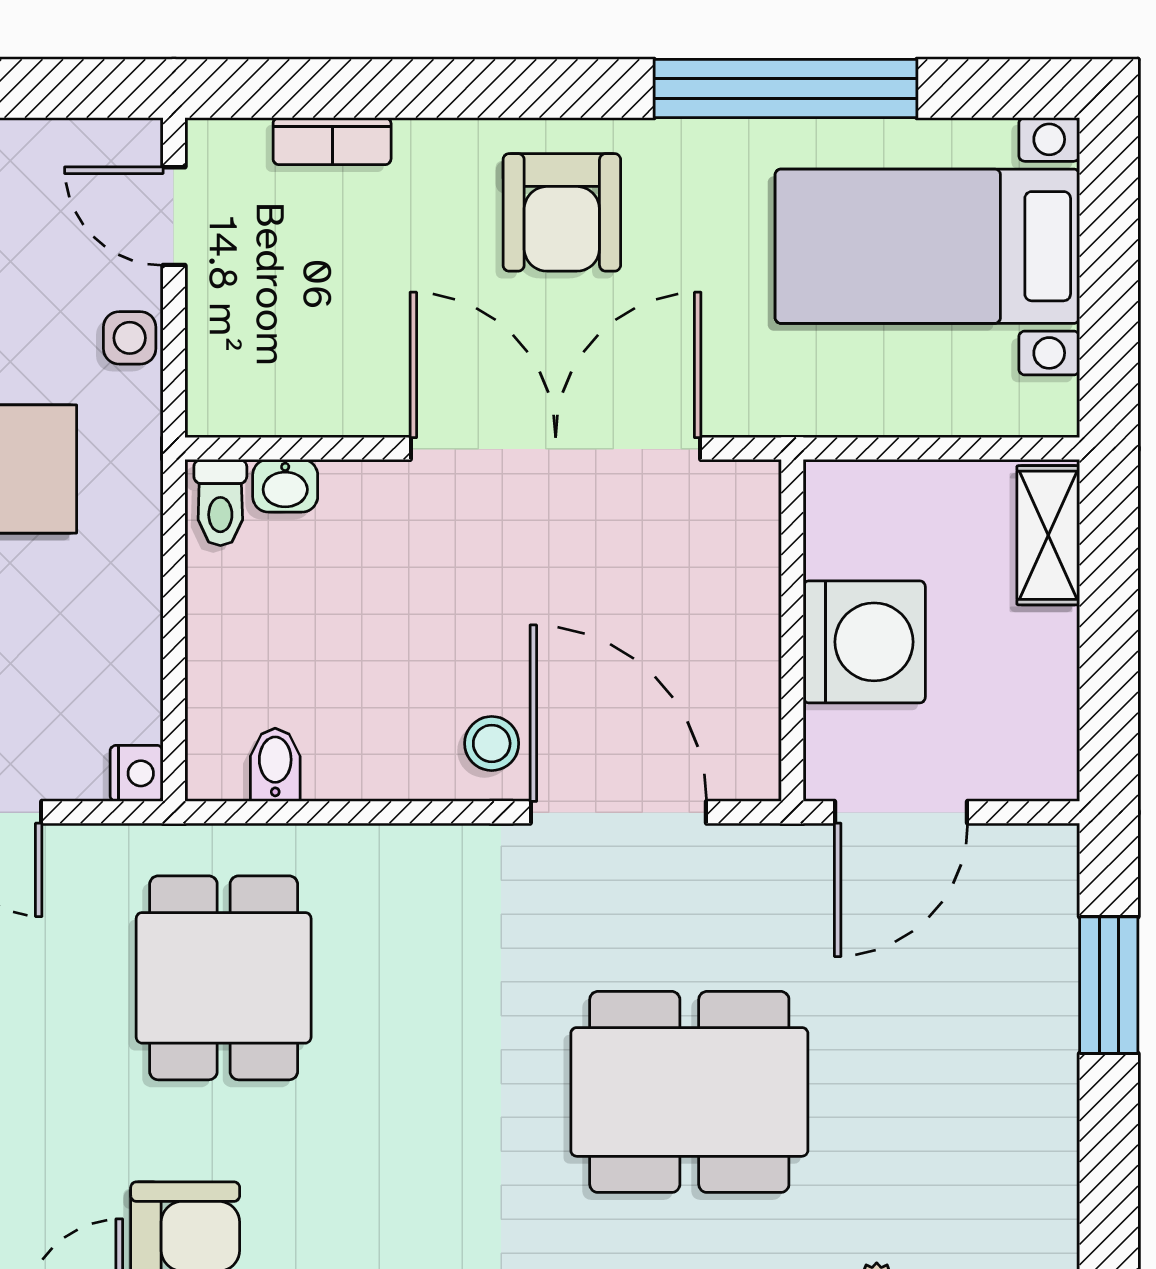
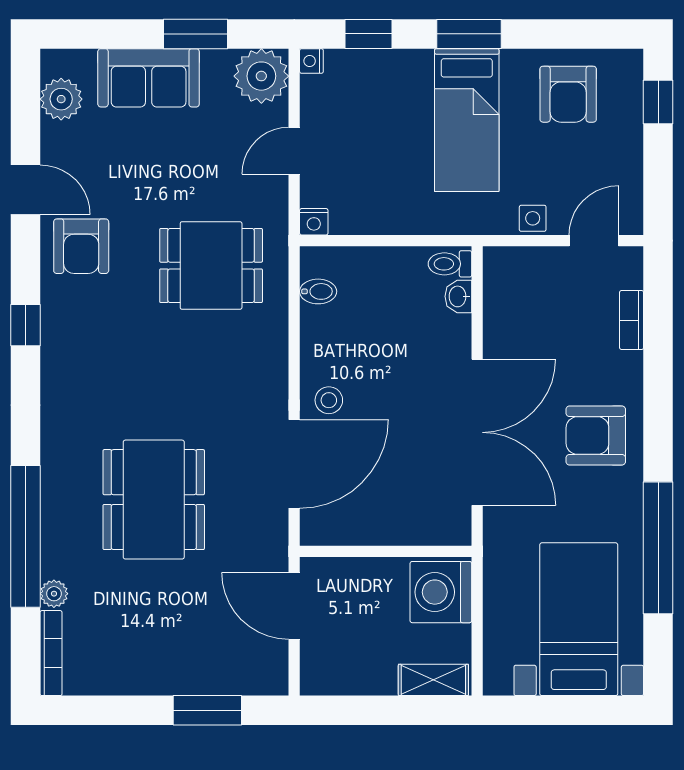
washing machine: (864, 642) -> (441, 592), moved, turned 90

